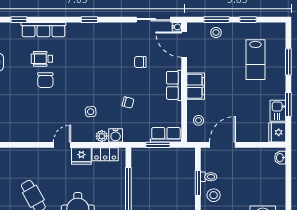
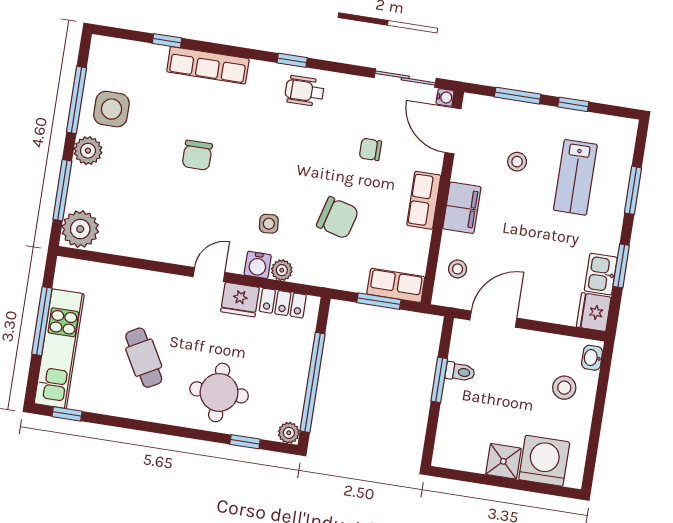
stool: (216, 32) -> (517, 162), moved
wheelchair: (42, 59) -> (304, 91), moved
chair: (128, 102) -> (338, 218), width x1.87, depth x1.87
water cooler: (116, 135) -> (258, 265), moved
stool: (214, 195) -> (564, 388), moved

